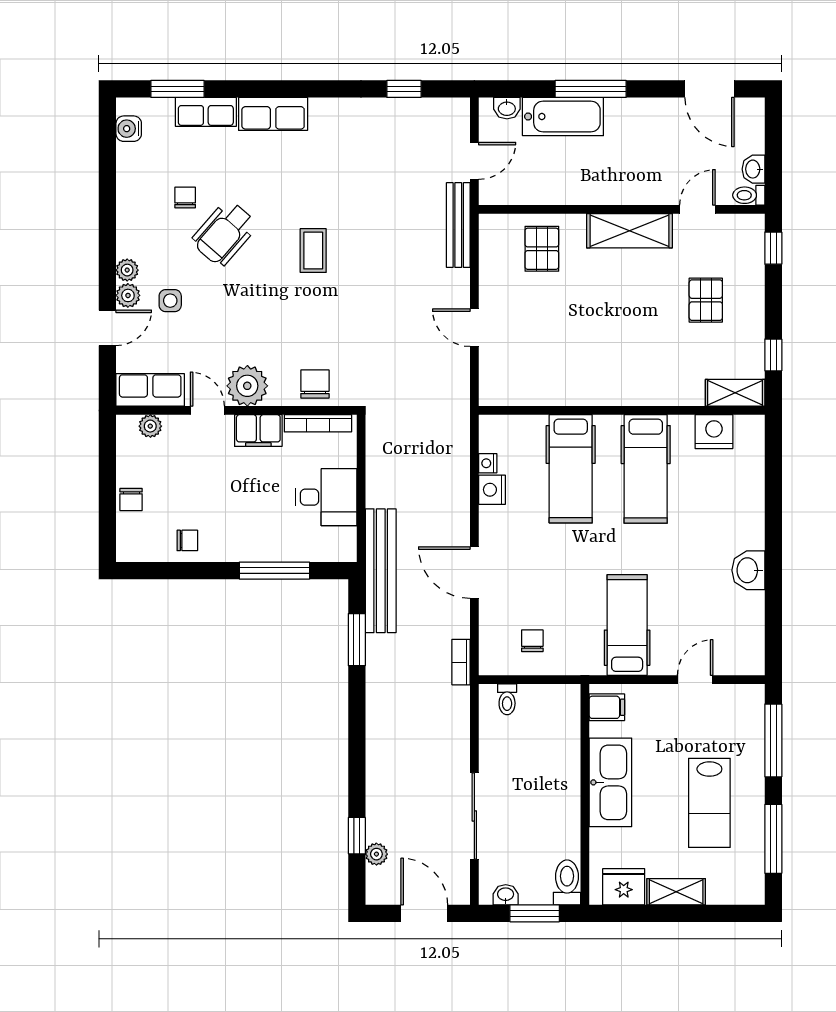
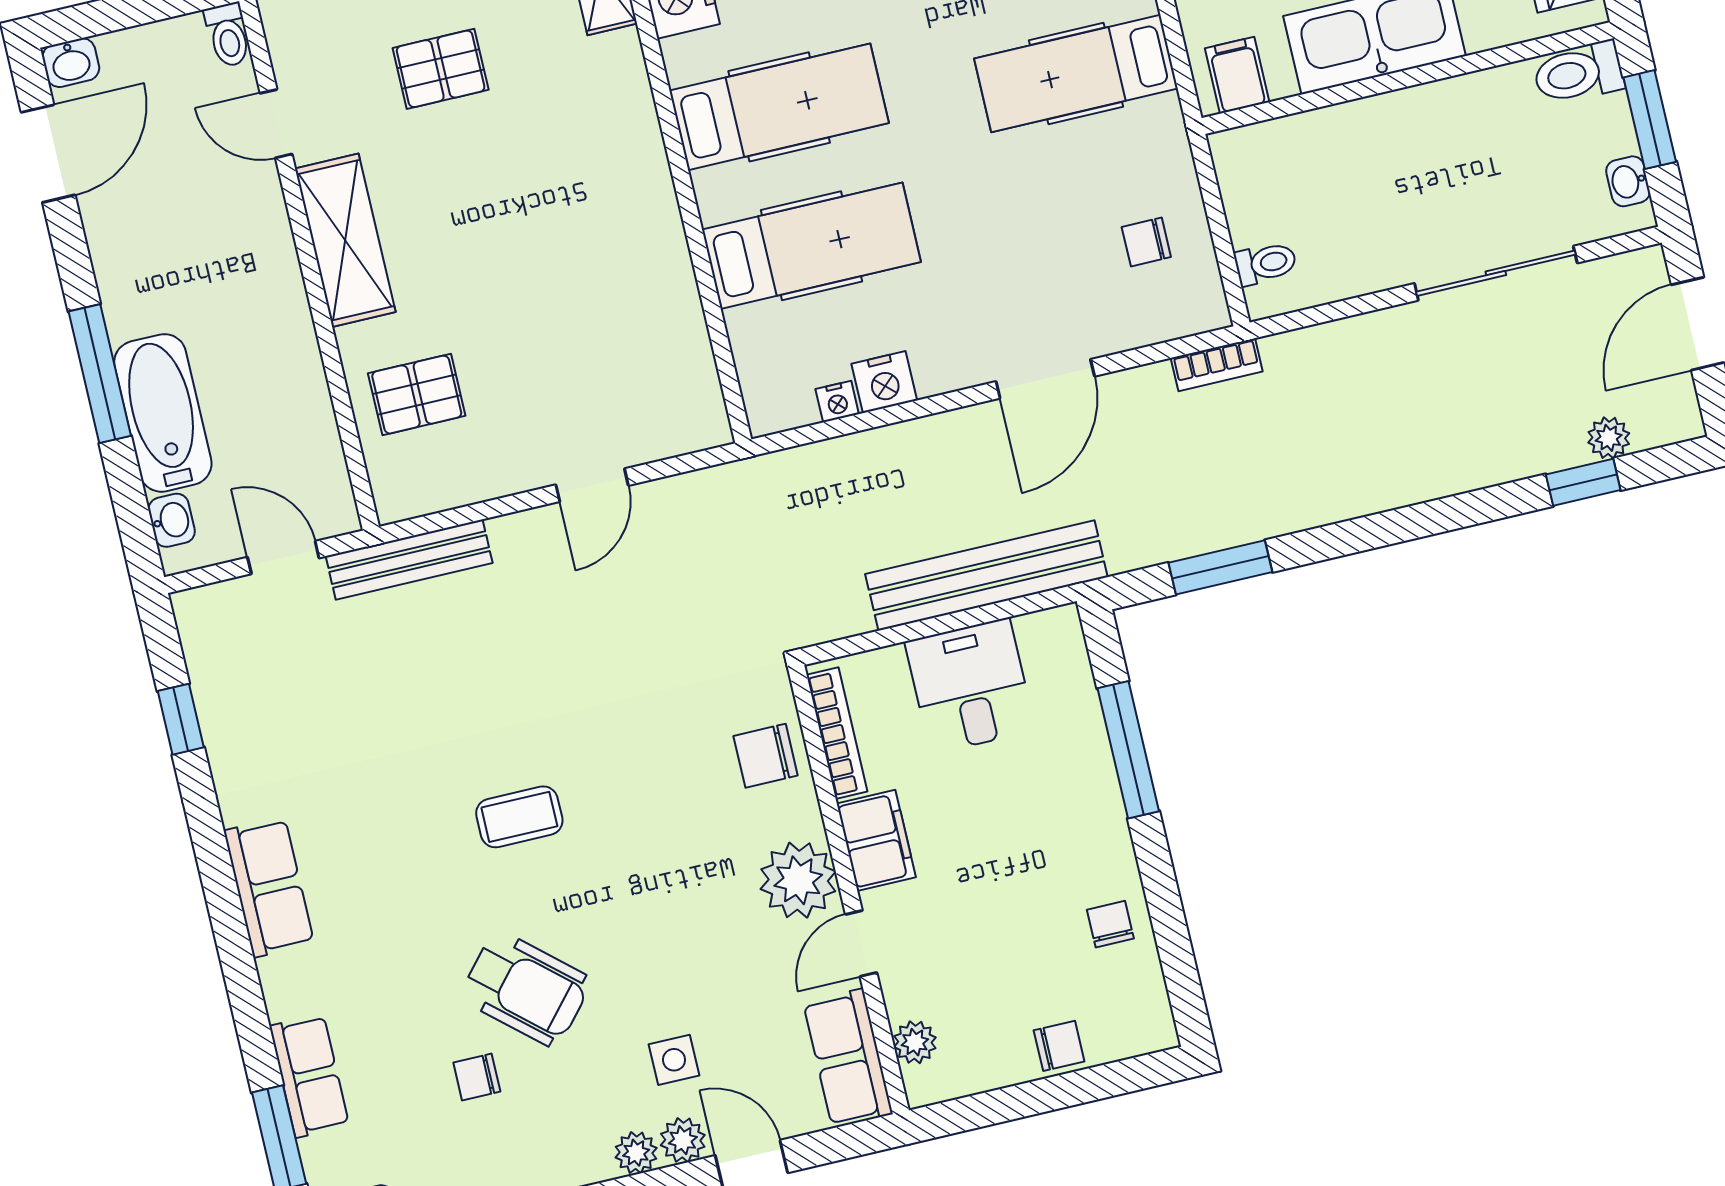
row of seats: (273, 114) -> (269, 887), moved
washbasin: (753, 169) -> (71, 63), moved
bench: (381, 571) -> (986, 576), moved

